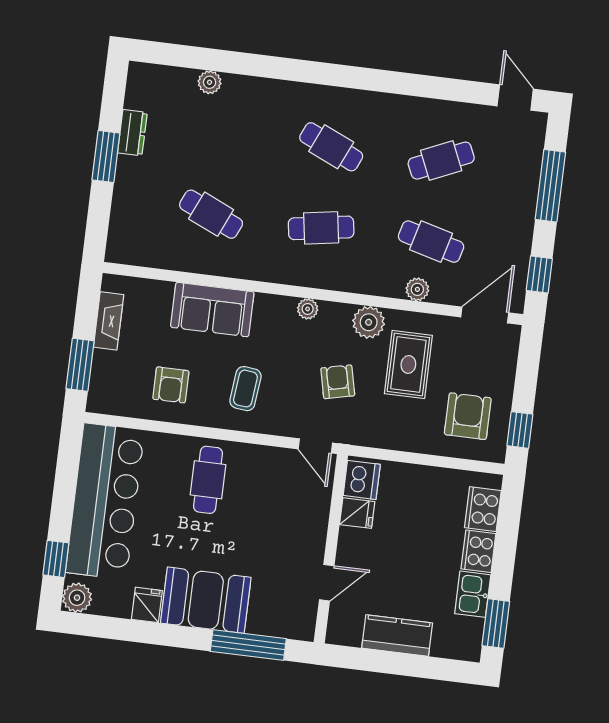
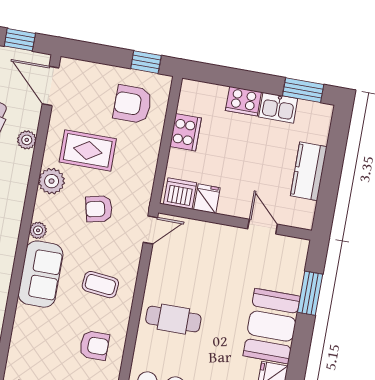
sofa: (212, 310) -> (41, 274), moved
cooker: (483, 509) -> (186, 132), moved, turned -90
window: (248, 645) -> (310, 293), width x0.69

